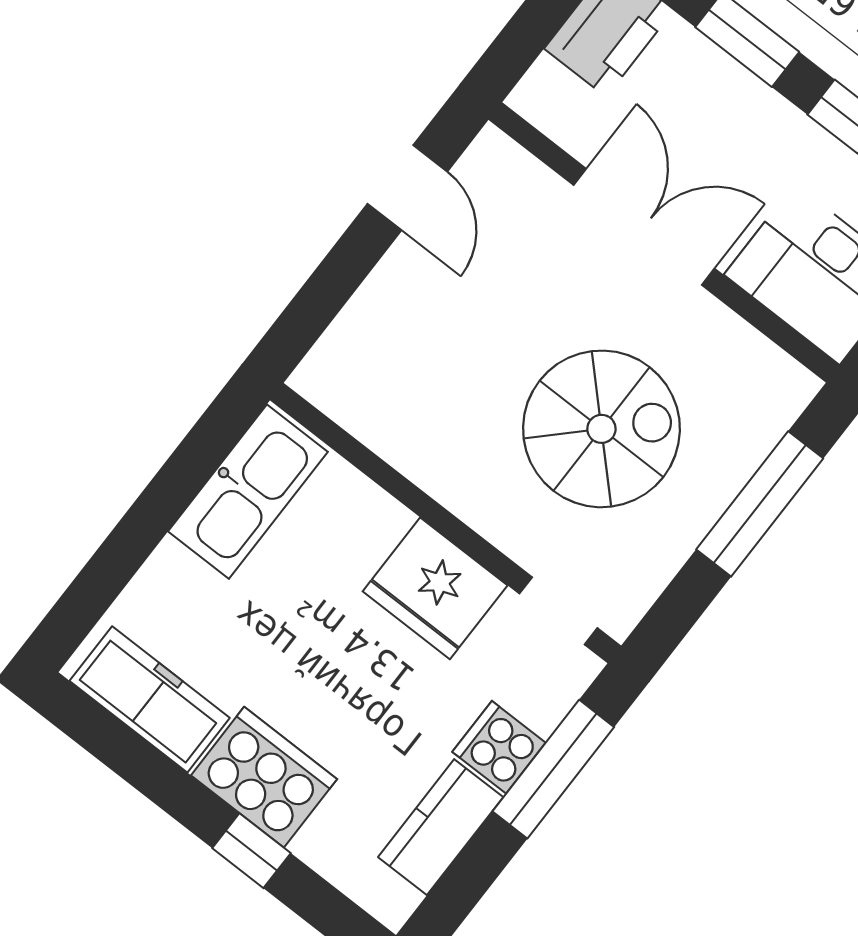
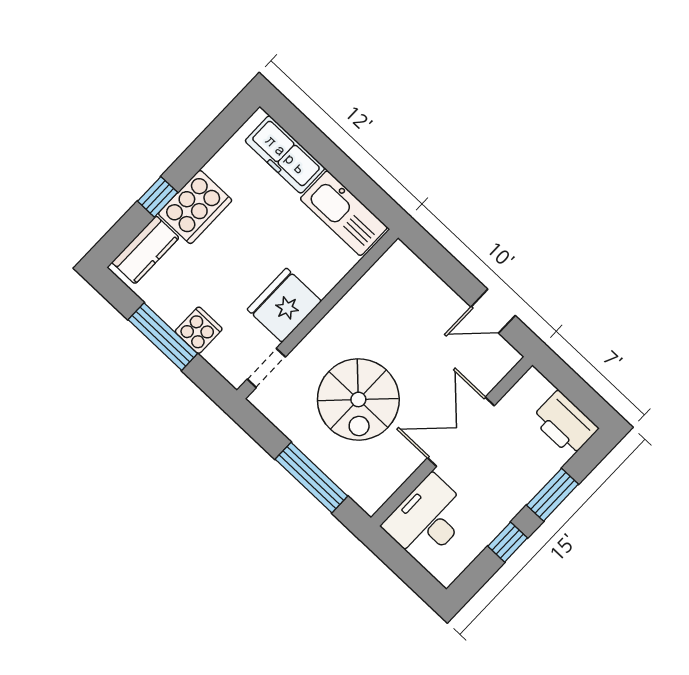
double door: (644, 227) -> (461, 432), swing flipped
freezer: (150, 699) -> (285, 155), moved, turned 90
window: (553, 769) -> (163, 337), moved
kitchen counter: (441, 827) -> (145, 250), moved, turned 90

